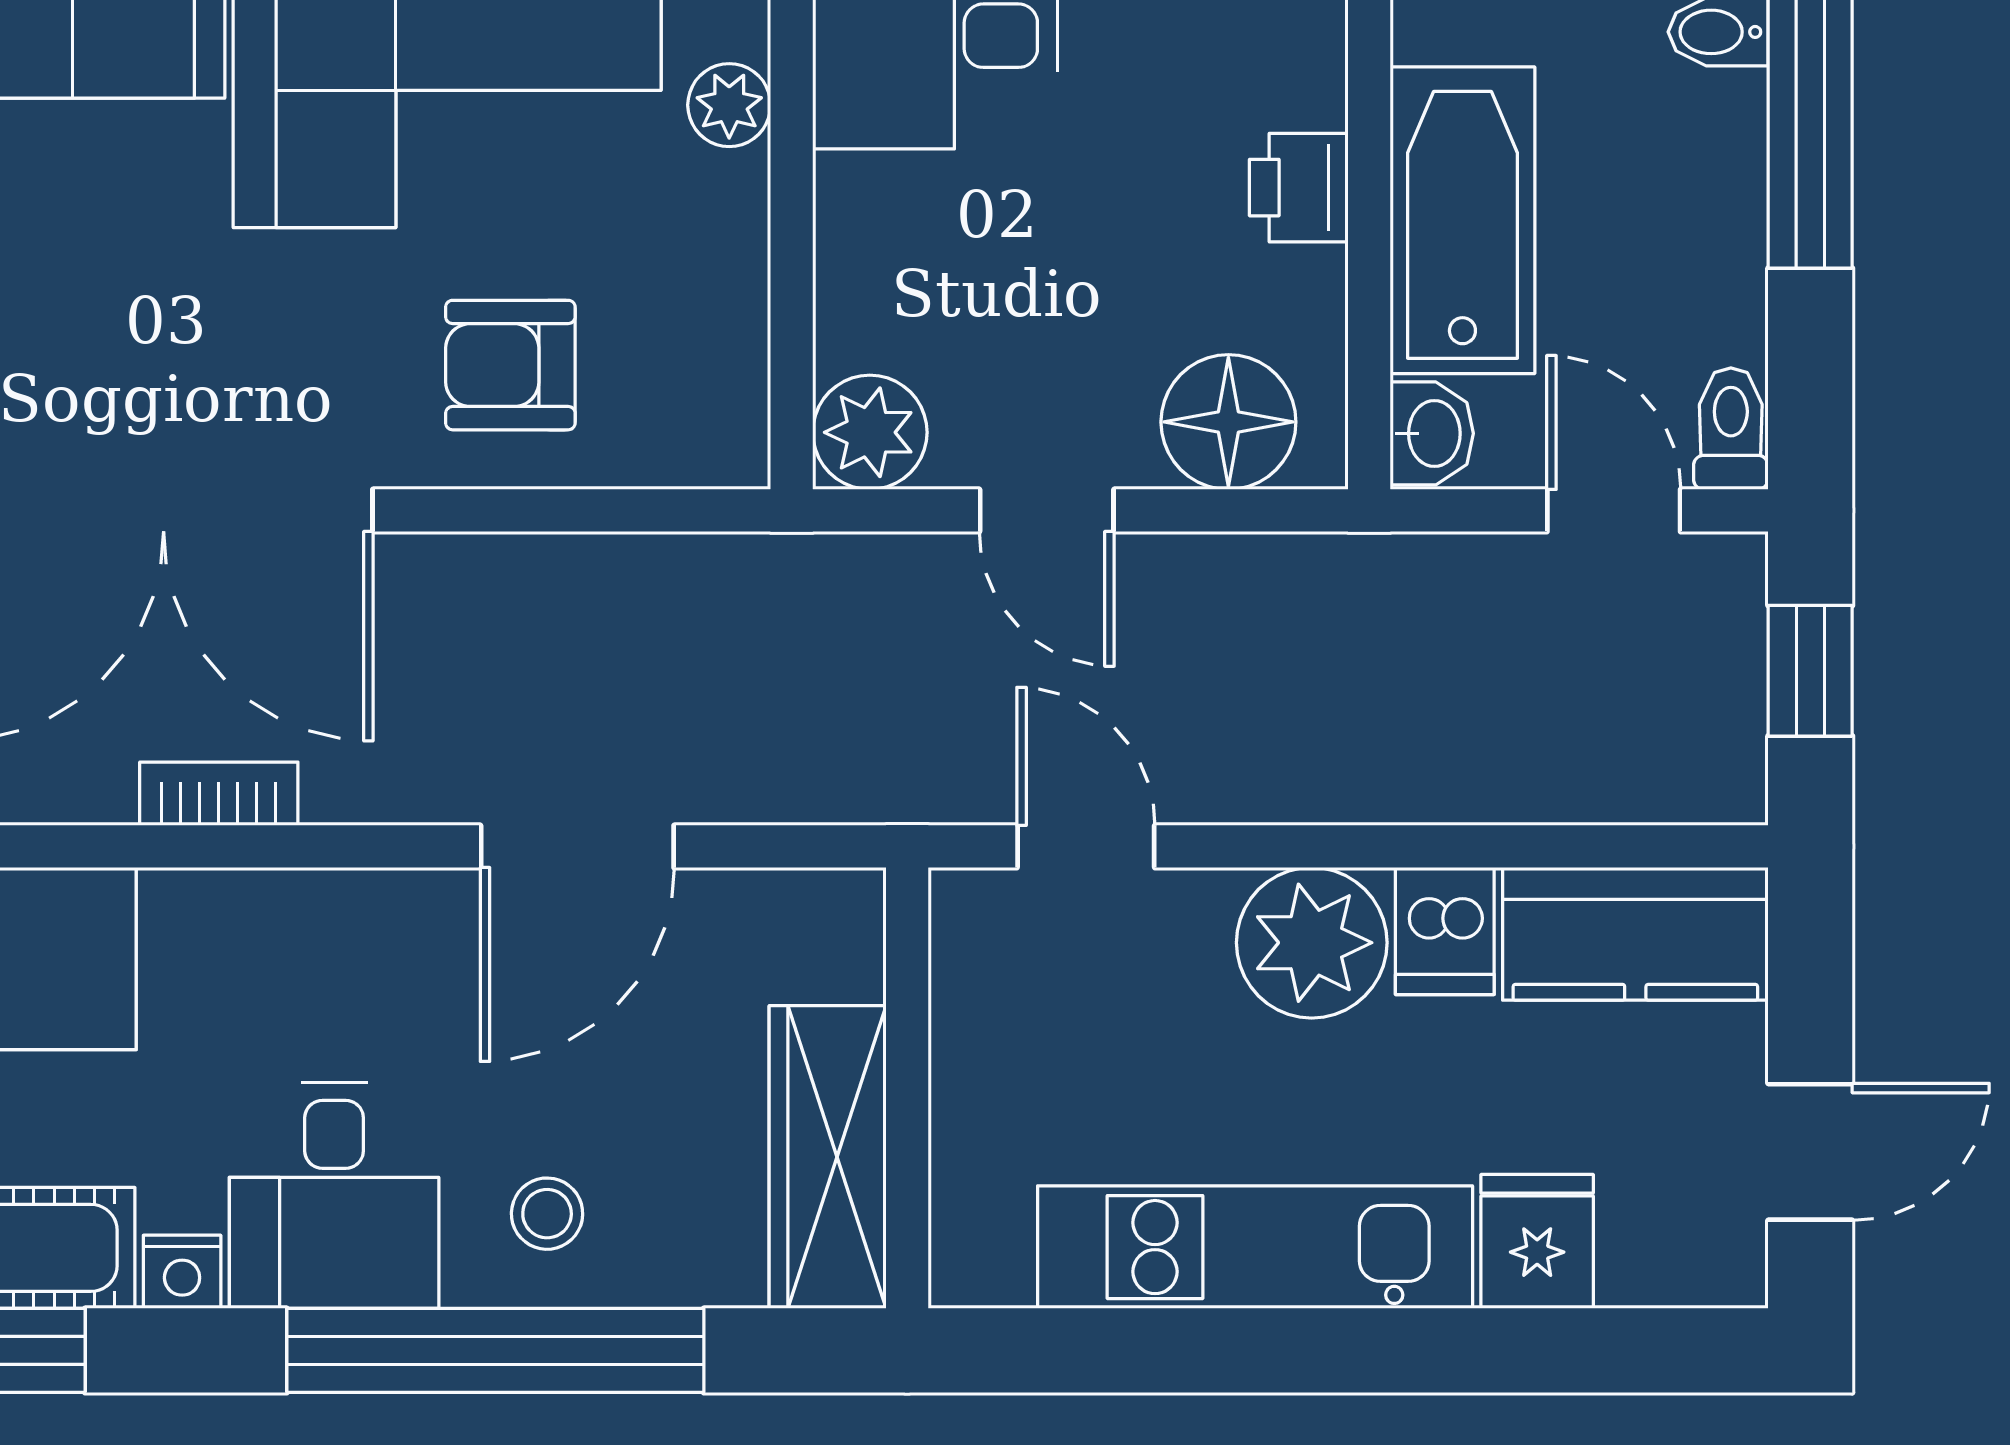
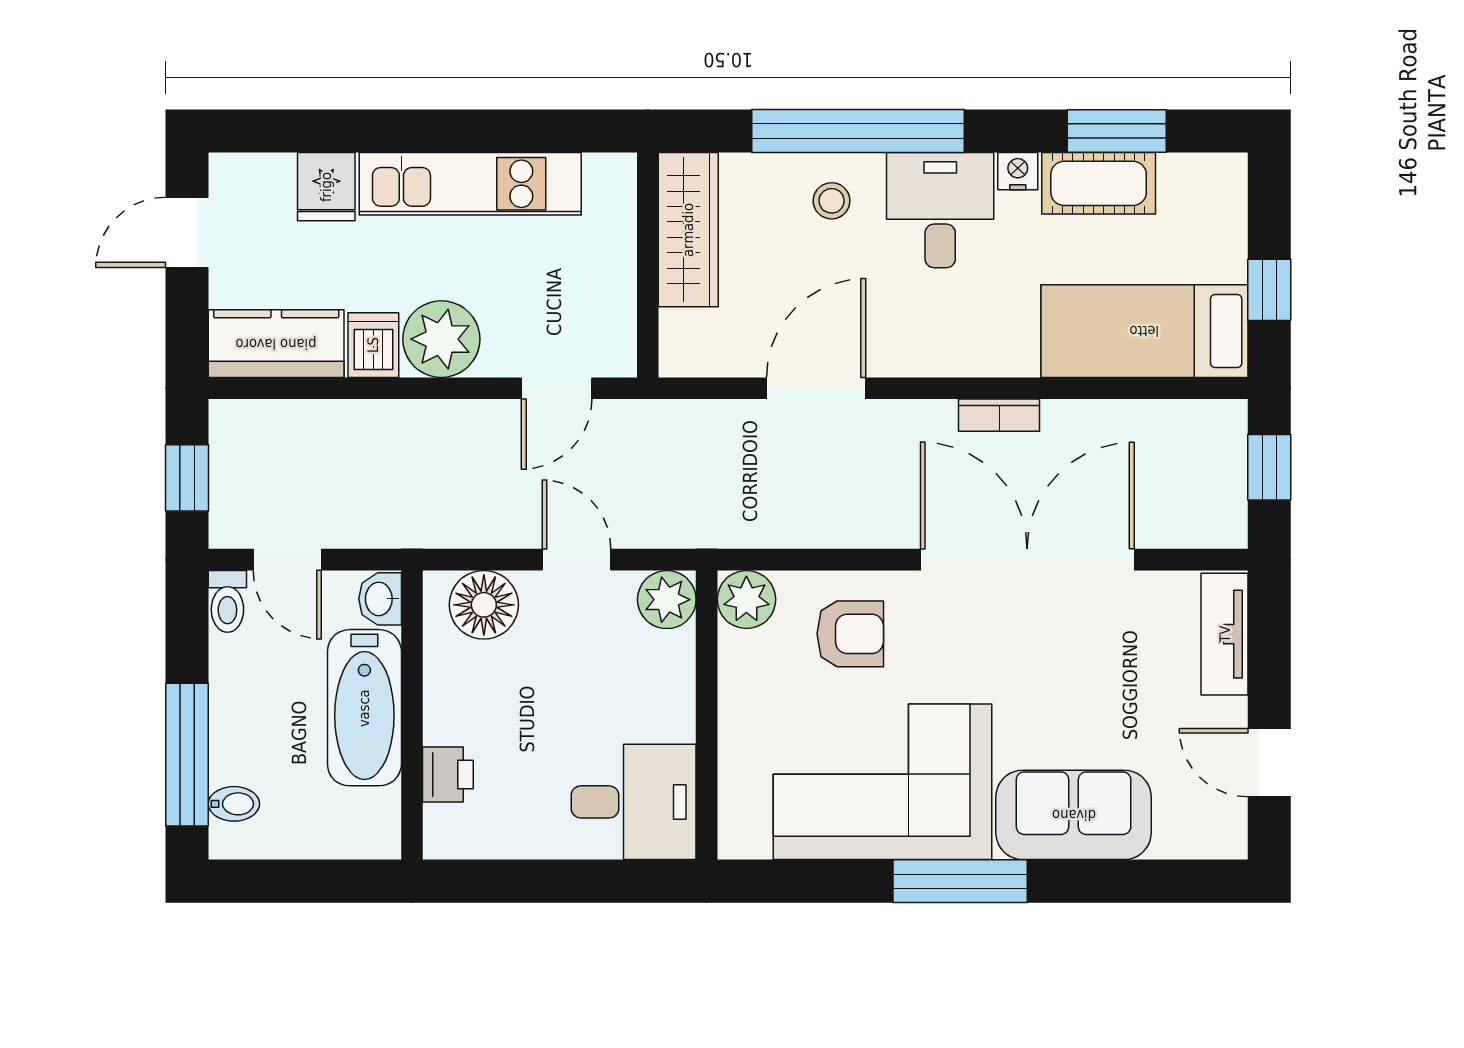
plant: (729, 105) -> (746, 599), moved, width x1.38, depth x1.38
printer: (1299, 188) -> (448, 774), moved
door: (1086, 846) -> (557, 388), hinge flipped

